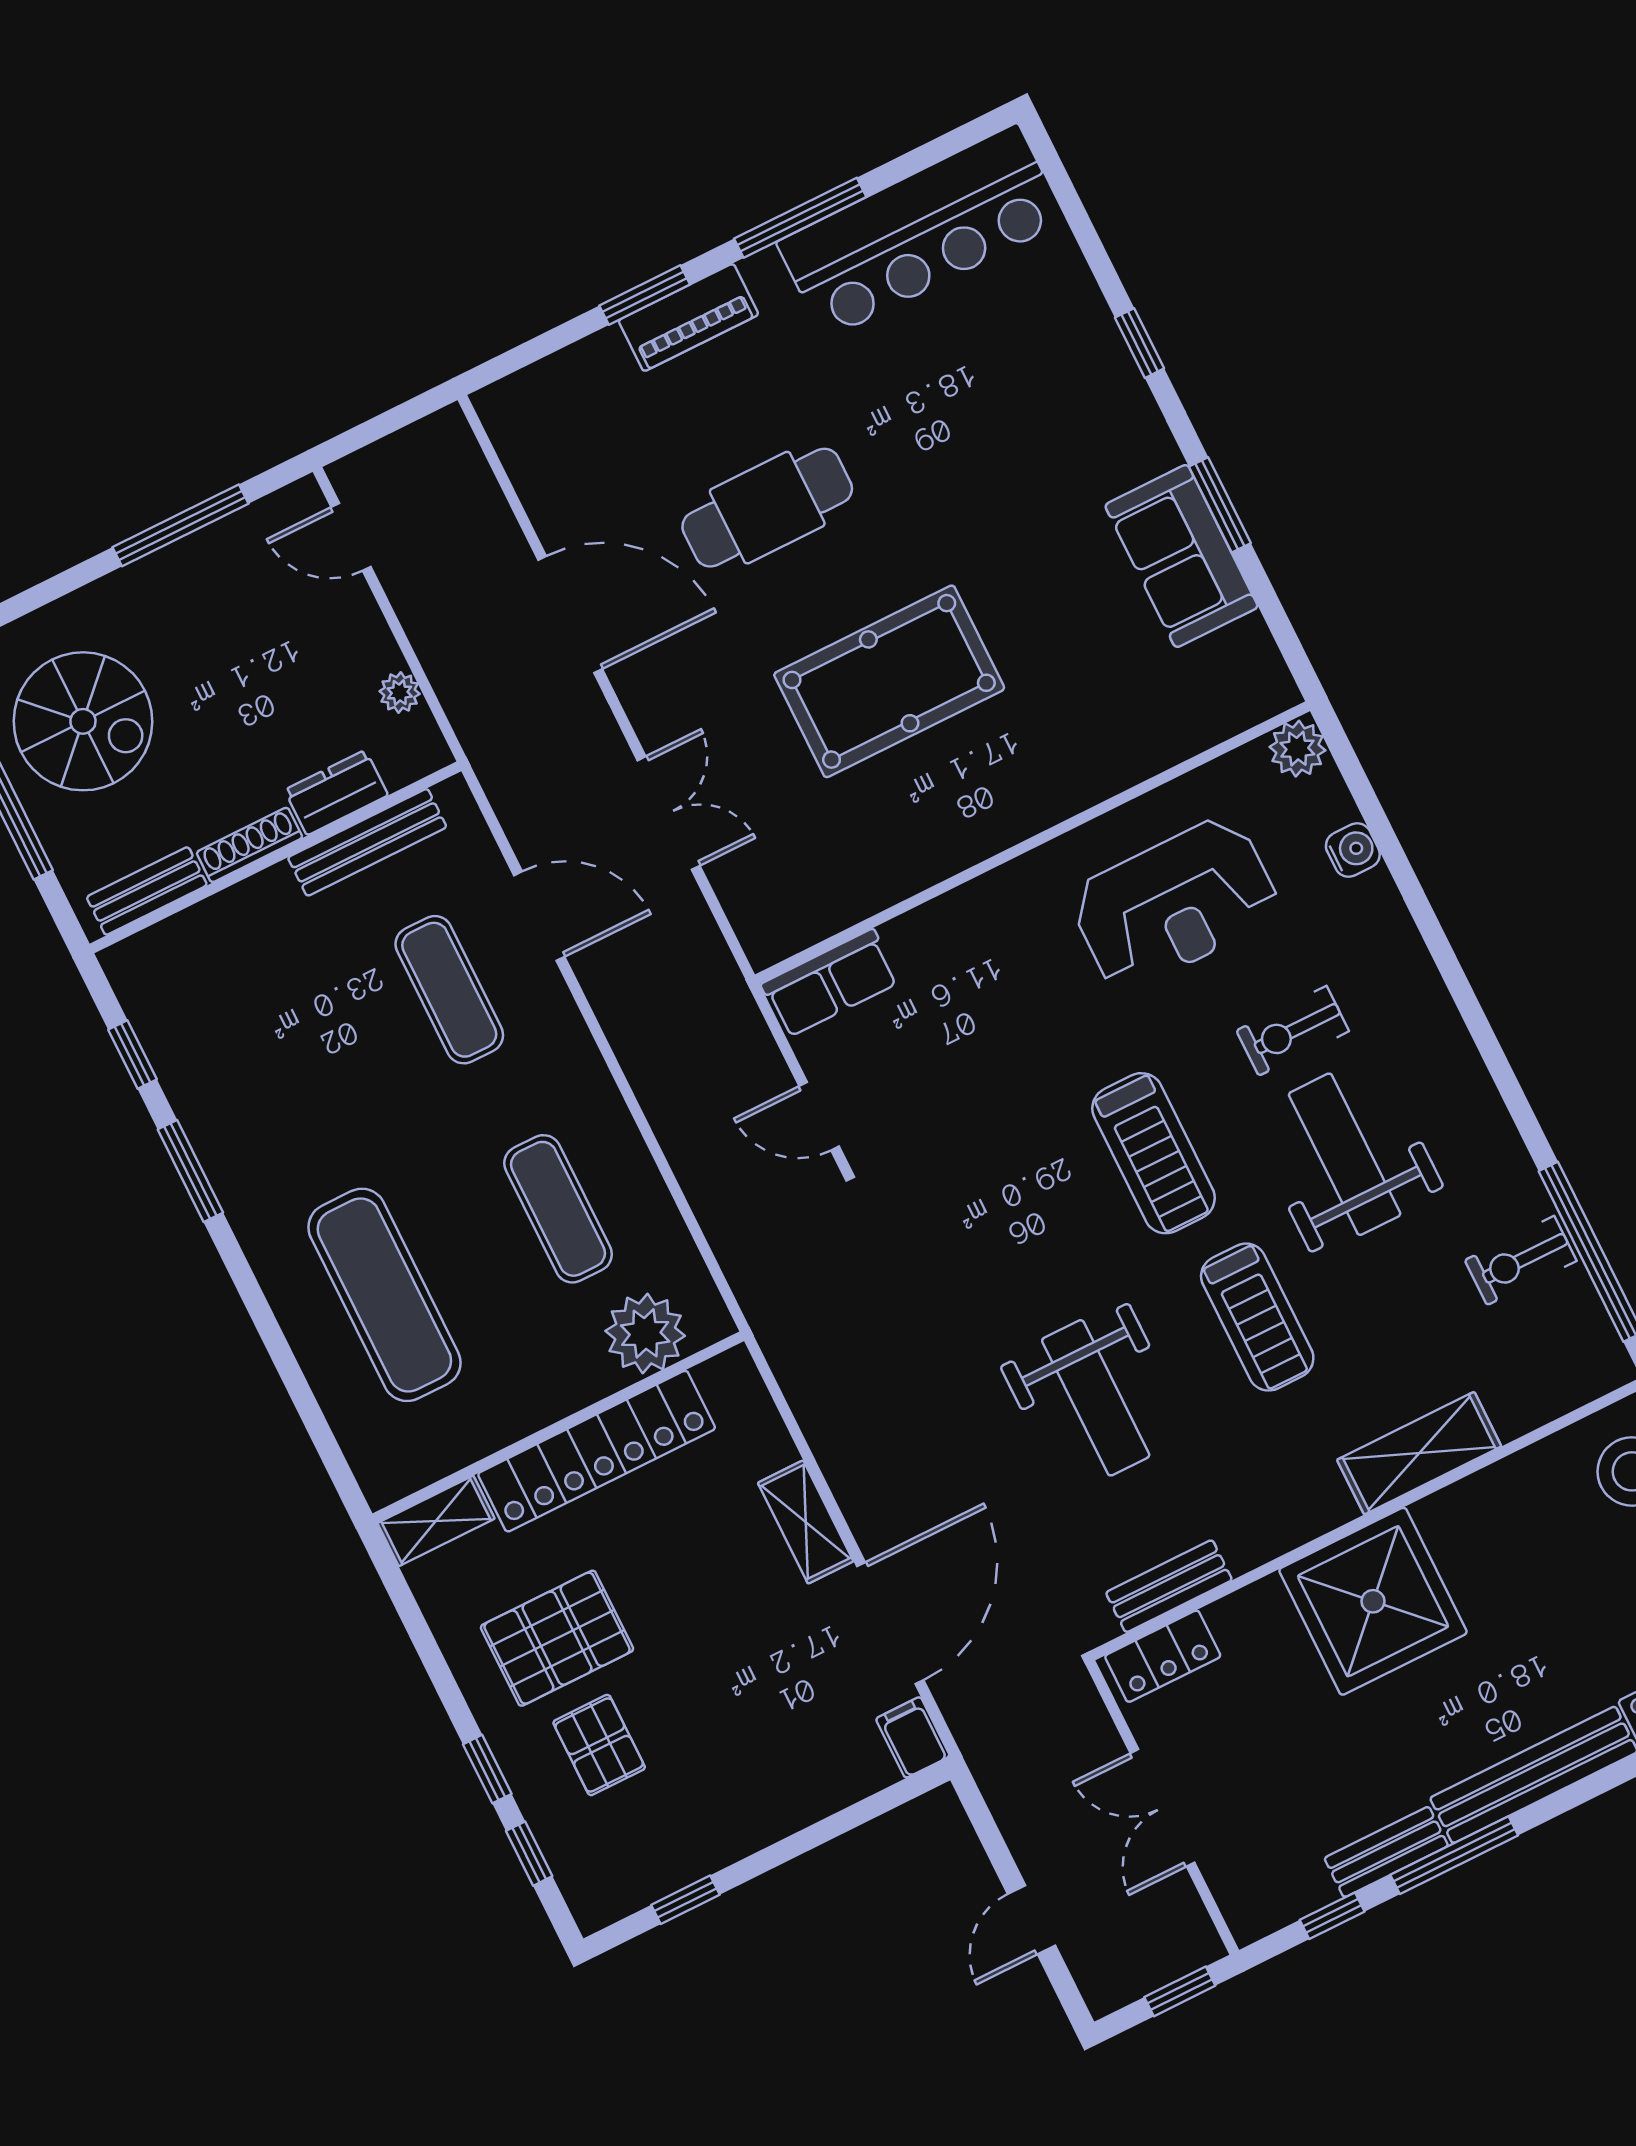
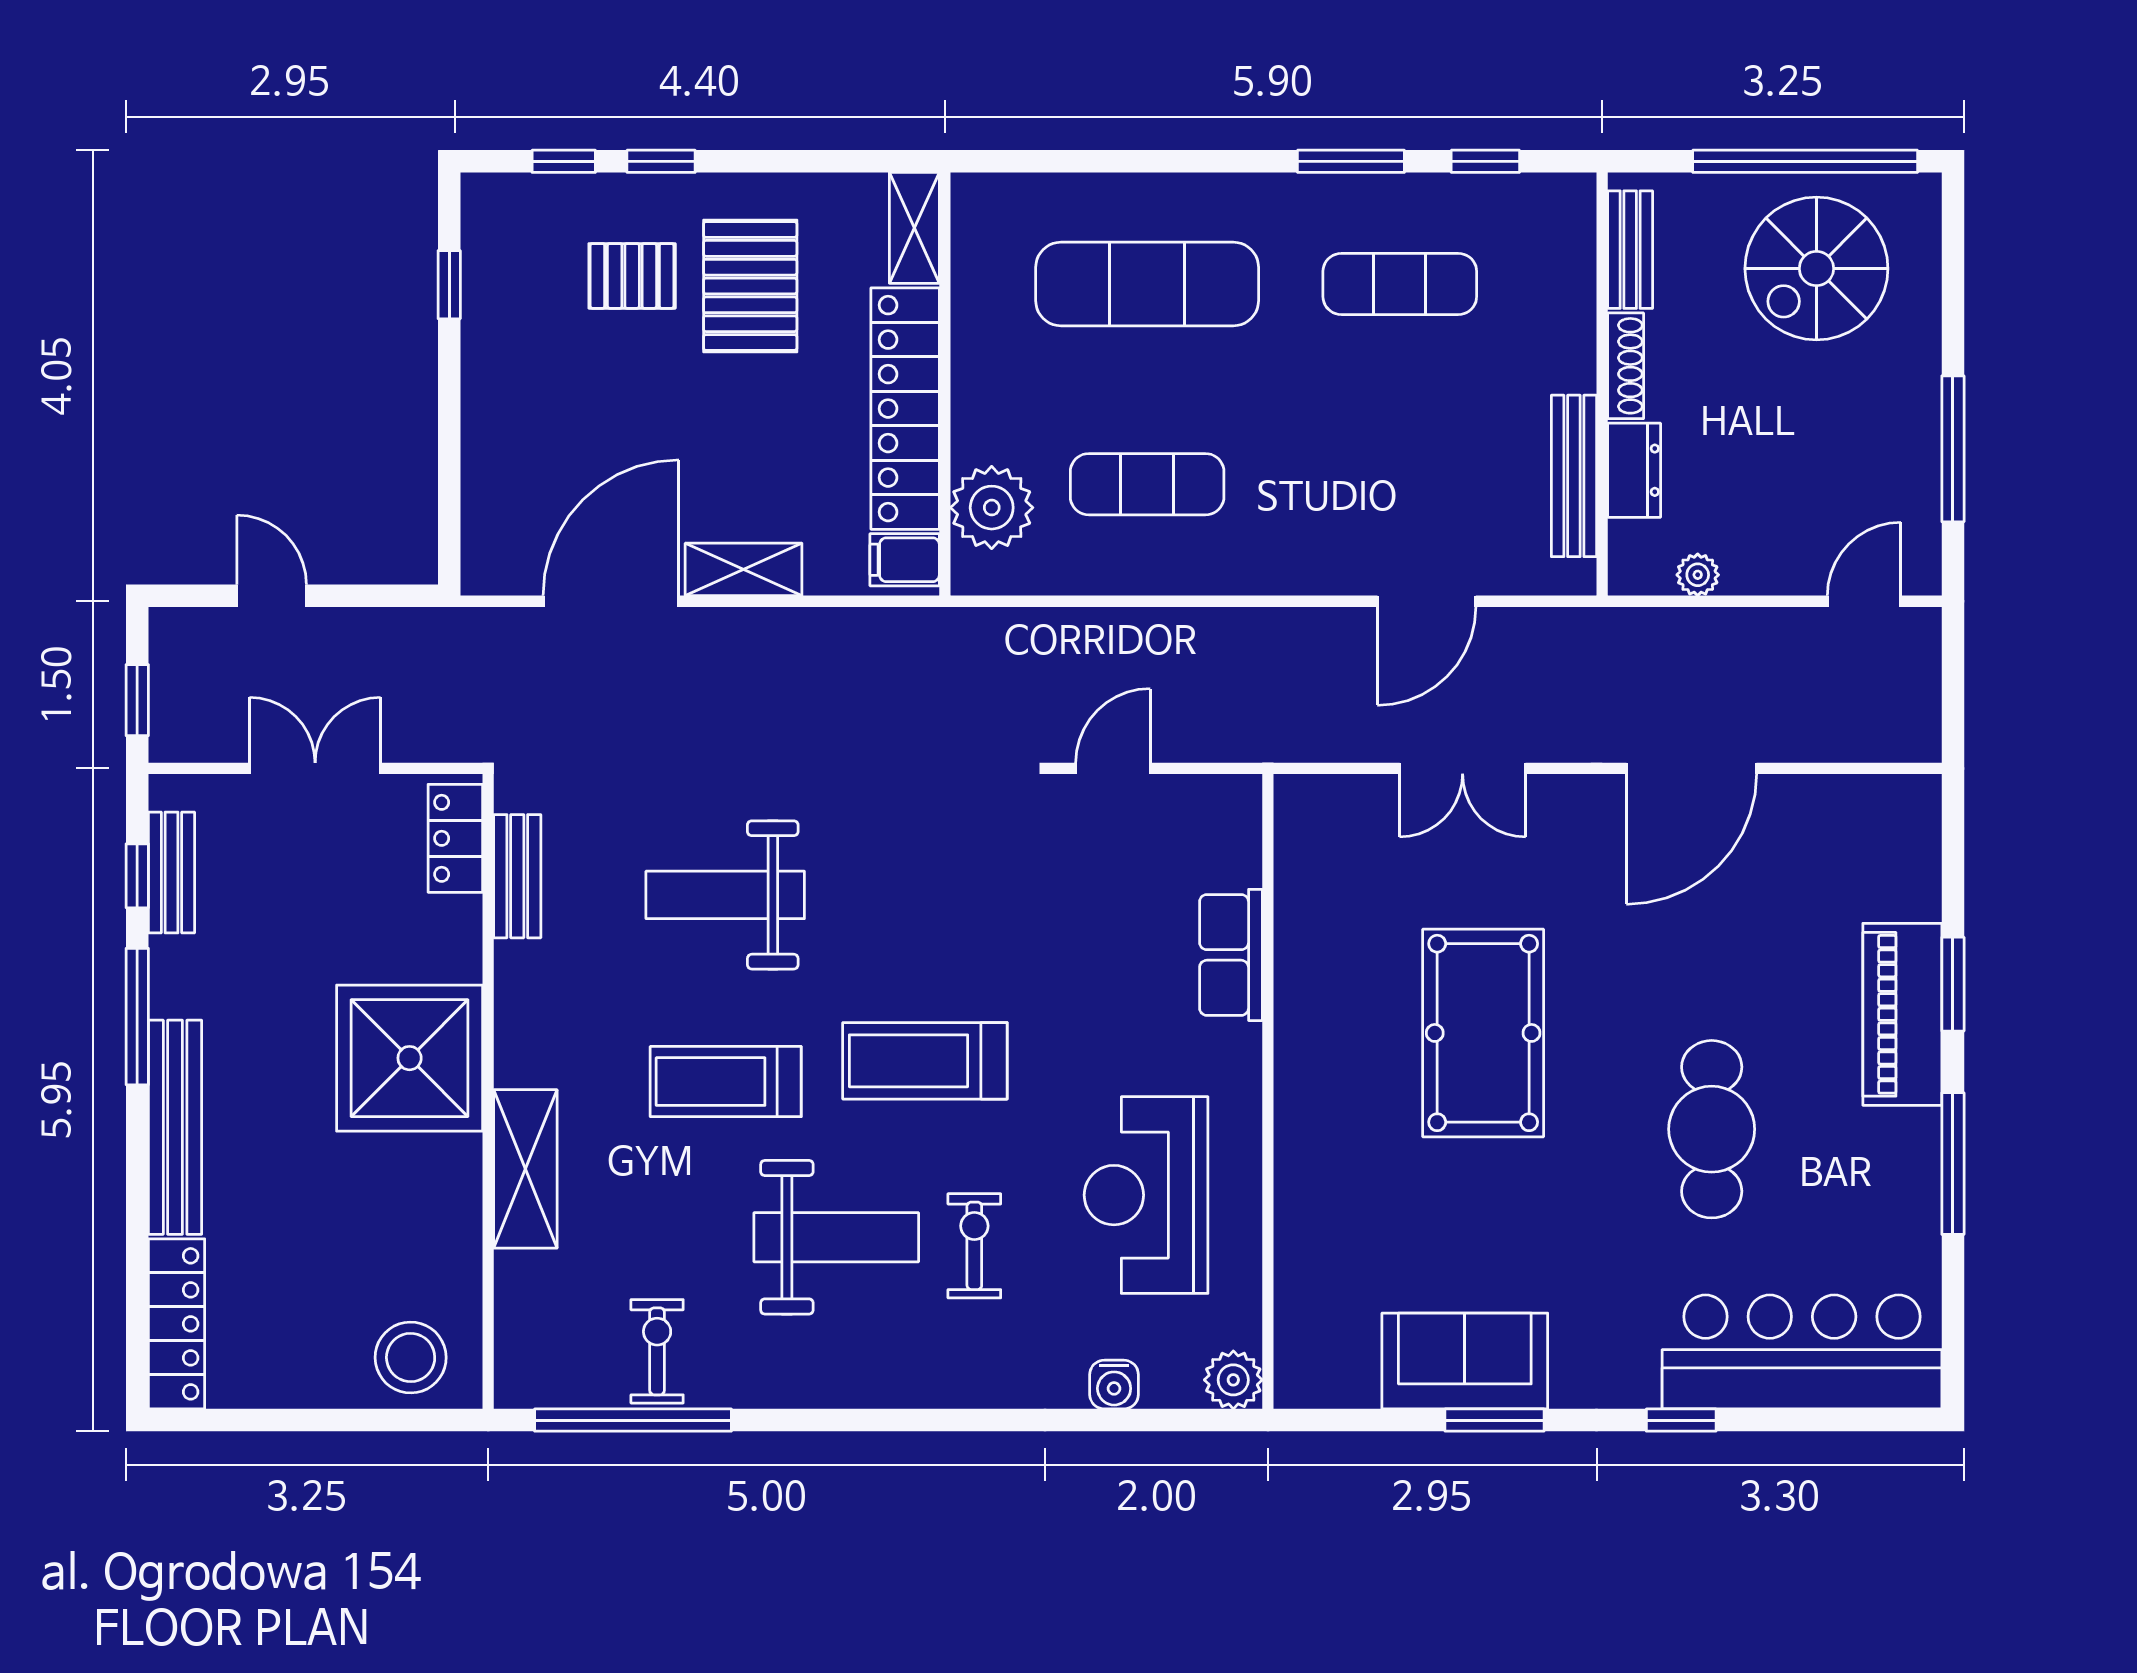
bar counter: (921, 231) -> (1802, 1352), moved, turned 90
piano: (688, 317) -> (1902, 1014), width x1.37, depth x1.33
cafe table: (767, 508) -> (1712, 1129), moved
row of seats: (830, 983) -> (1231, 955), moved
exercise mat: (449, 990) -> (1400, 284), moved
door: (890, 1623) -> (611, 601), swing flipped
filing cabinet: (913, 1737) -> (905, 560), moved, turned 180
bench: (1386, 1852) -> (171, 872), moved

